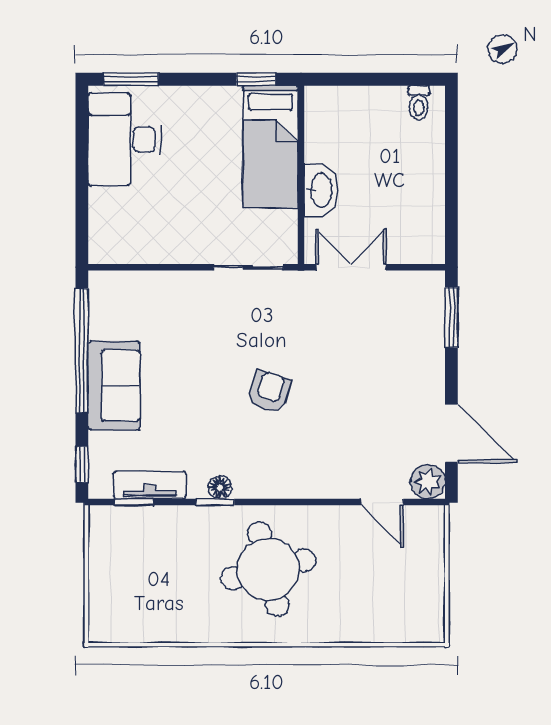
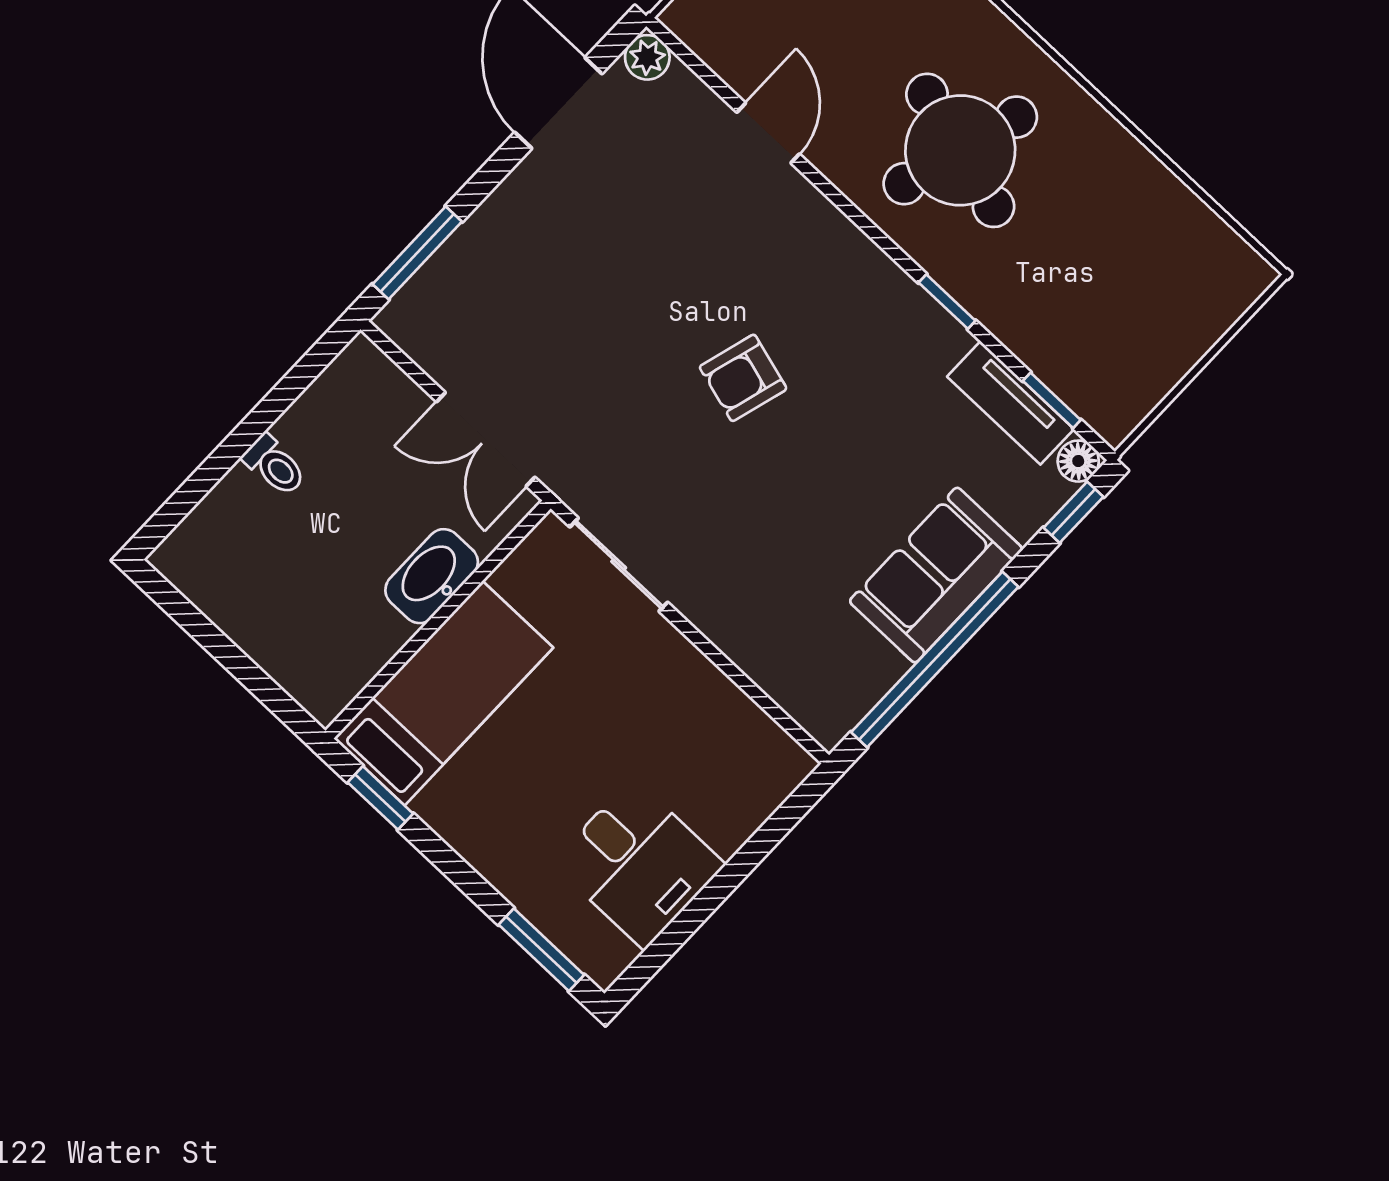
toilet: (419, 103) -> (274, 465), moved, turned 90
desk: (124, 140) -> (638, 864), width x0.73
plant: (428, 482) -> (647, 57), width x0.73, depth x0.73
floor lamp: (220, 487) -> (1078, 461), moved
door: (382, 502) -> (768, 133), moved
round table: (268, 569) -> (960, 150), turned 30

